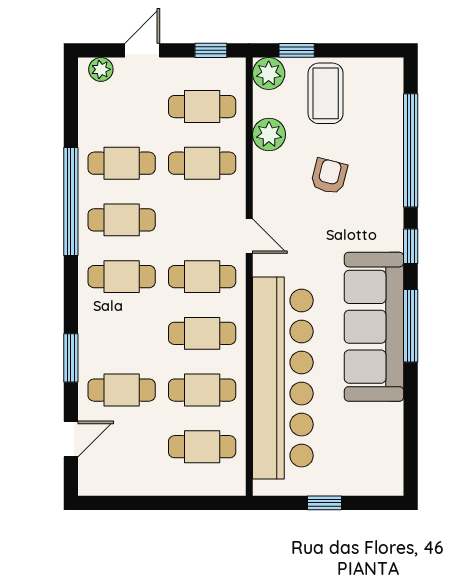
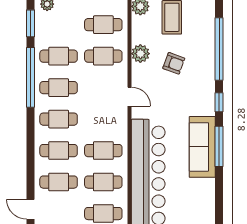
plant: (269, 134) -> (140, 54), moved
armchair: (329, 176) -> (174, 63), turned 96
cafe table: (202, 277) -> (59, 151), moved
sofa: (374, 327) -> (202, 147), width x0.74, depth x0.79
window: (71, 358) -> (30, 23), moved
door: (71, 439) -> (30, 209), swing flipped

